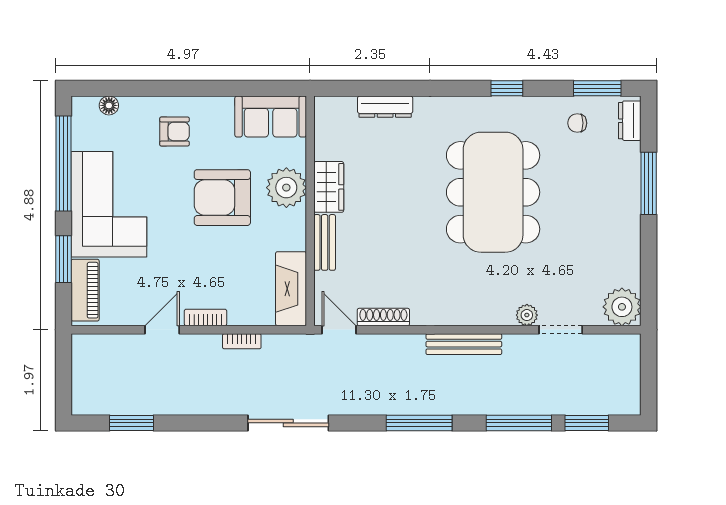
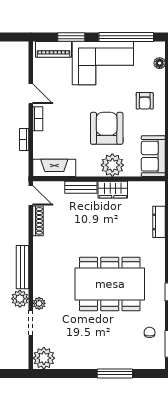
dresser: (630, 121) -> (151, 363), removed
door: (339, 330) -> (31, 195), hinge flipped
plant: (519, 348) -> (20, 299), added

